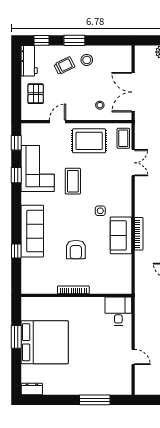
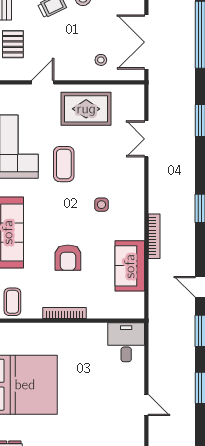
coffee table: (123, 138) -> (12, 302), moved
double door: (133, 163) -> (146, 139), swing flipped
sofa: (121, 235) -> (130, 266), moved

